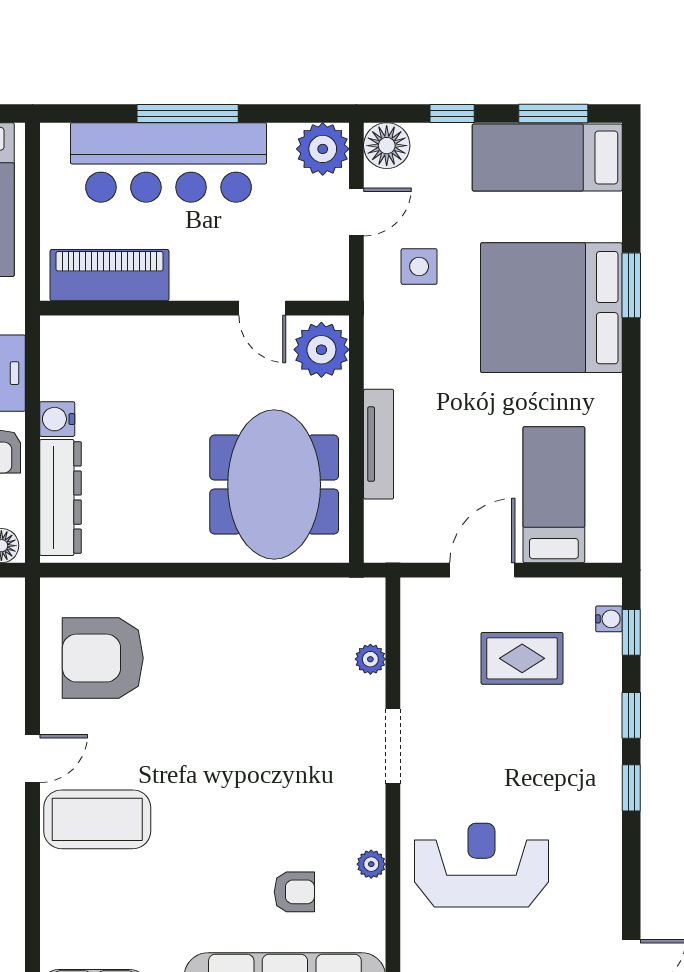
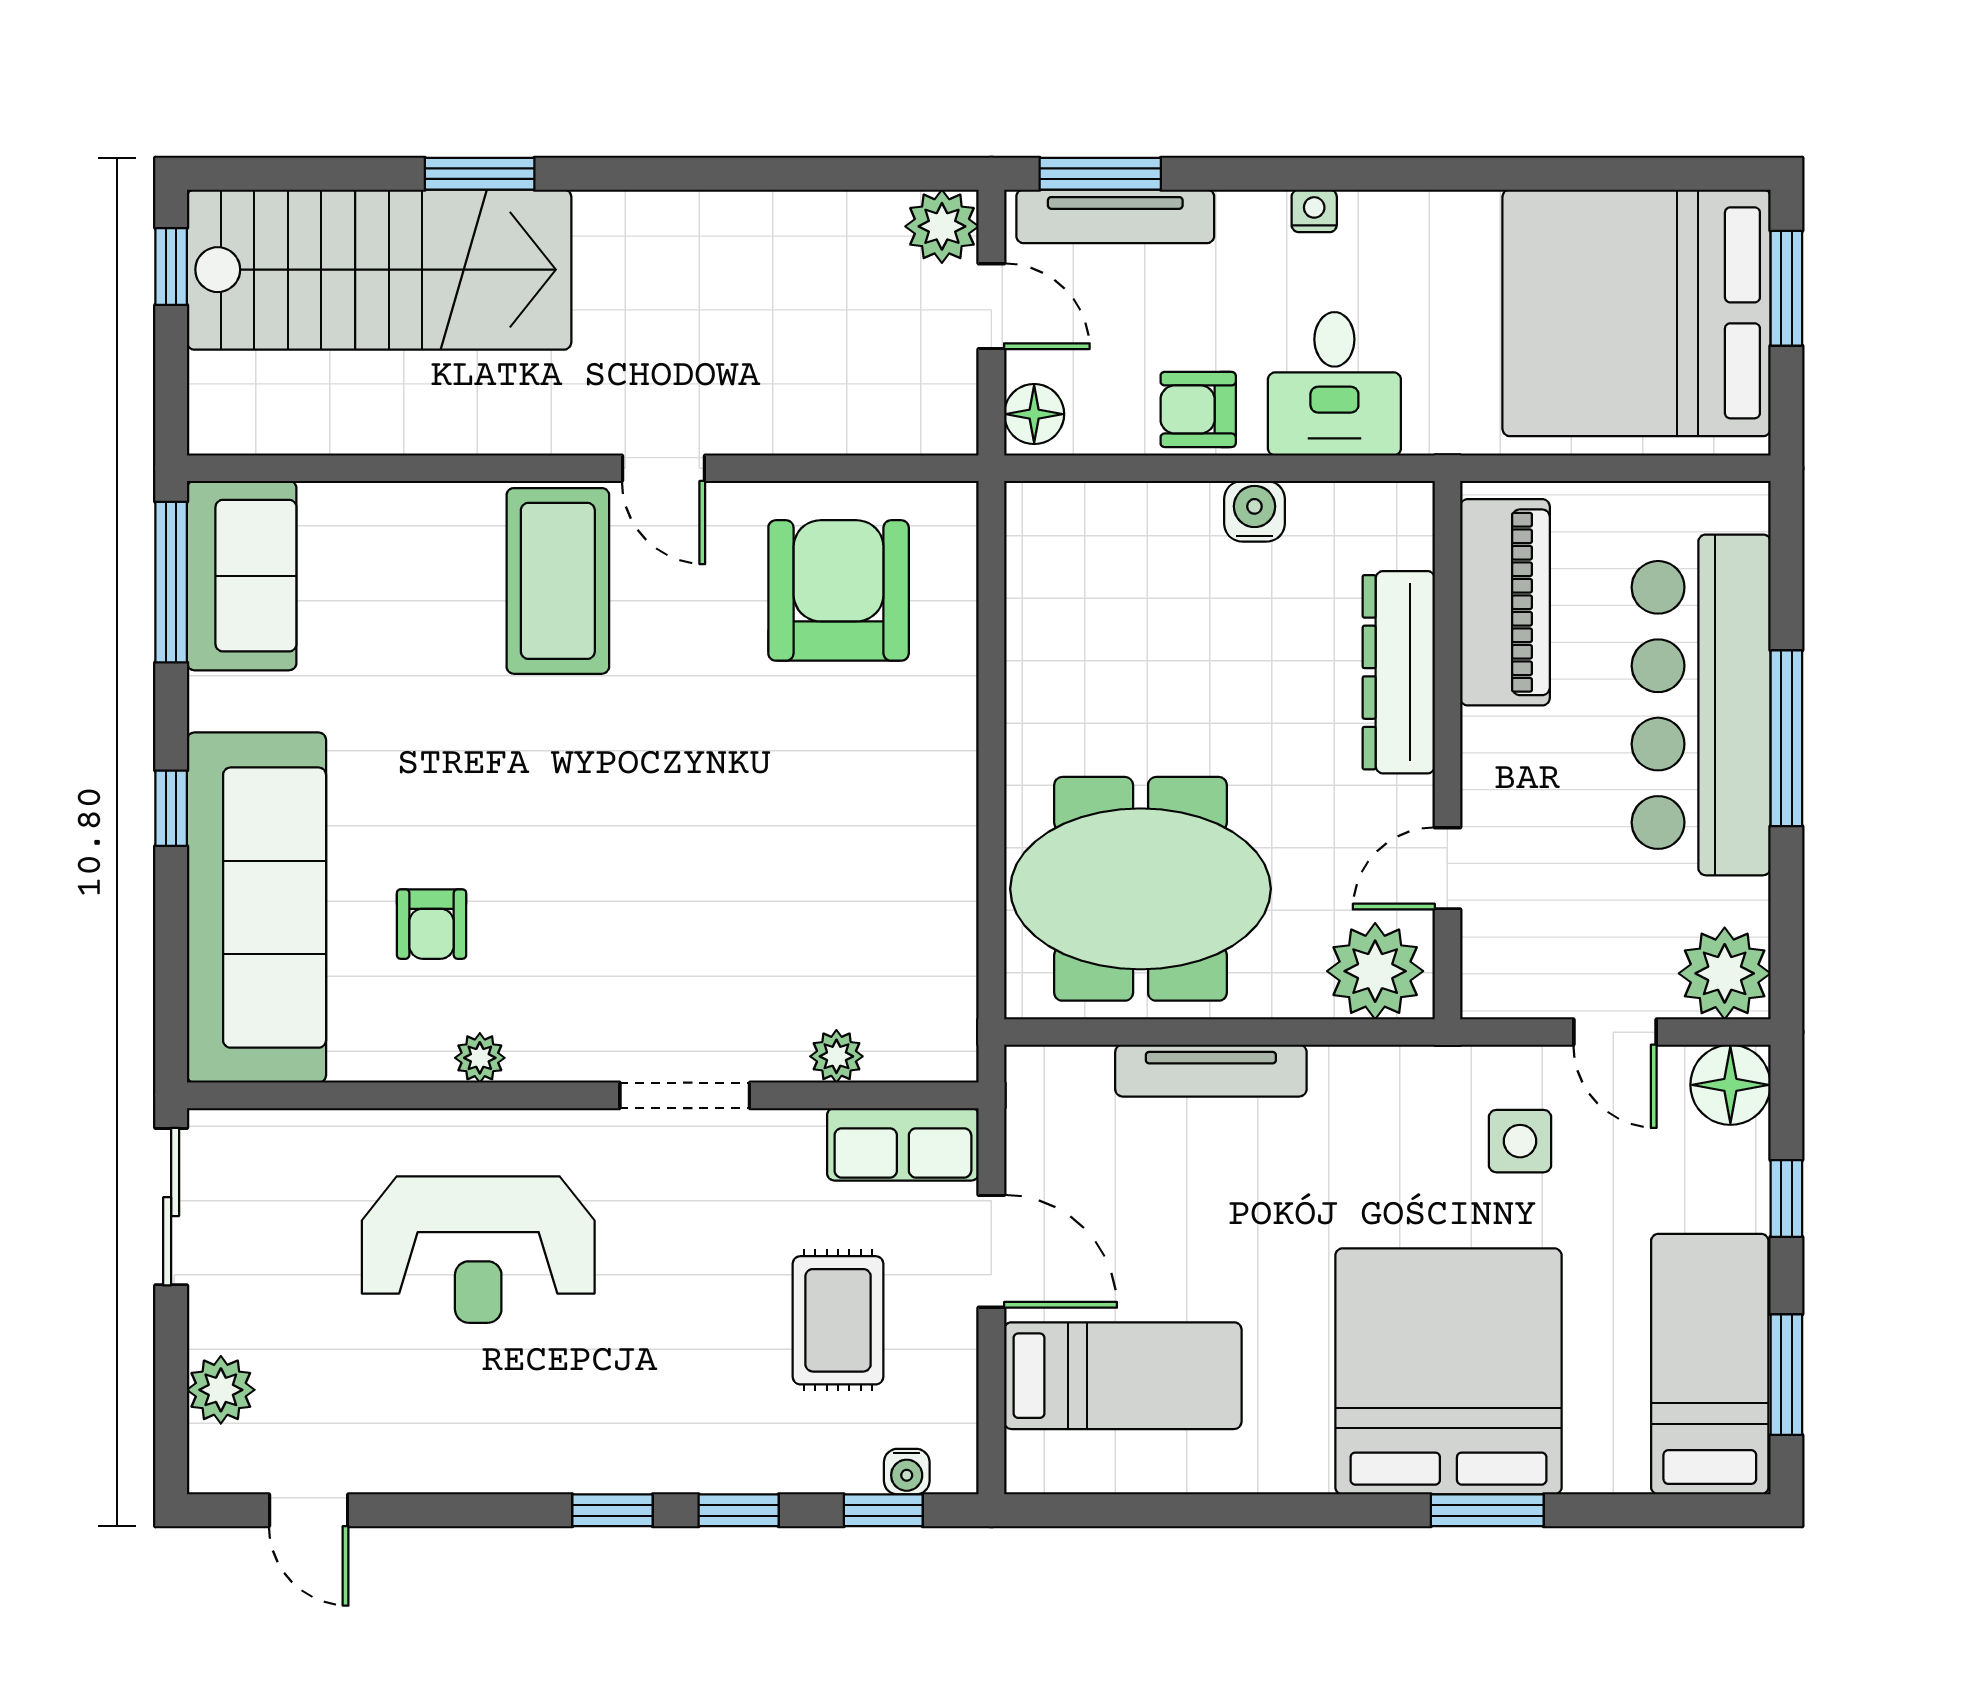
dresser: (61, 498) -> (1399, 672), moved, turned 90
row of seats: (421, 621) -> (903, 1144), added
reception desk: (481, 865) -> (478, 1250), turned 90

